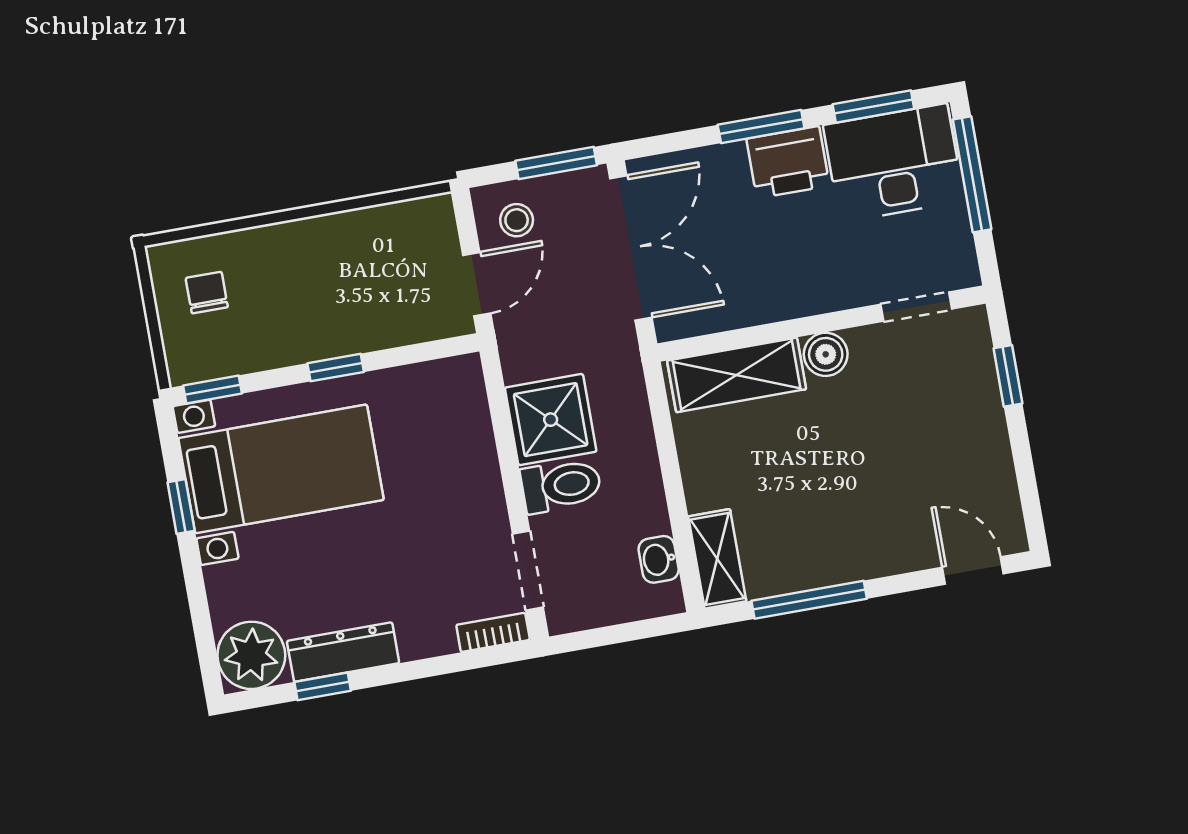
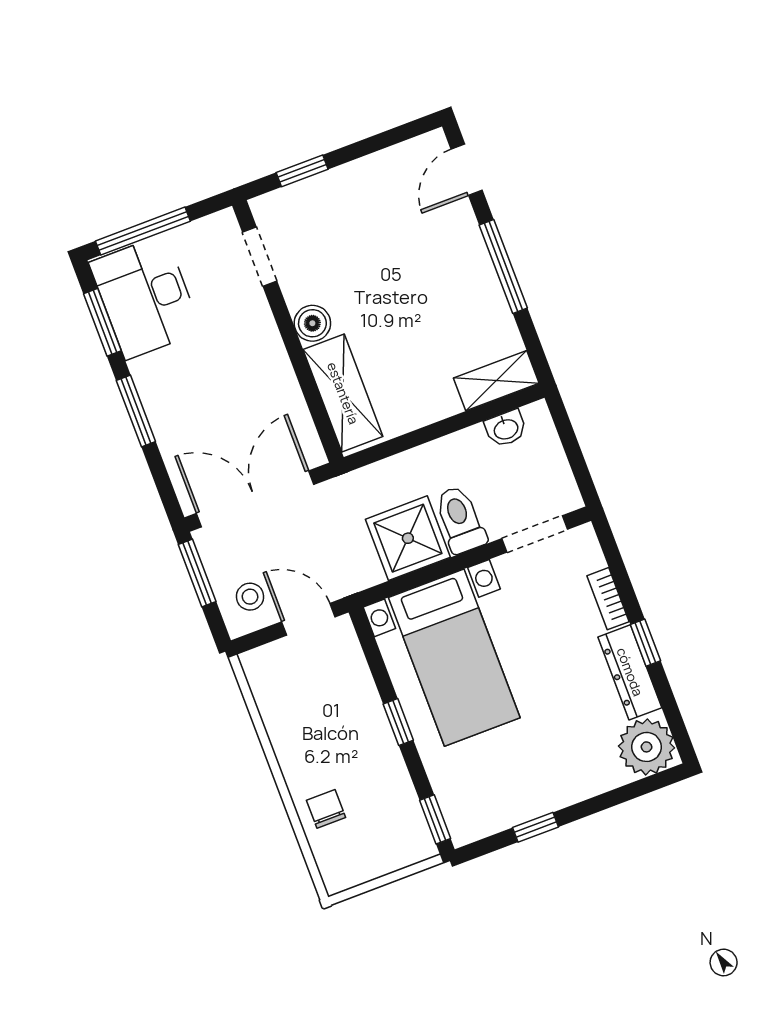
printer: (788, 162) -> (161, 383), removed
chair: (207, 293) -> (326, 809), moved, turned 90
bed with nightstands: (281, 469) -> (454, 658), moved, turned 180
window: (809, 600) -> (503, 266), moved
bookcase: (493, 632) -> (608, 599), moved
window: (323, 686) -> (645, 643), moved

